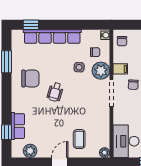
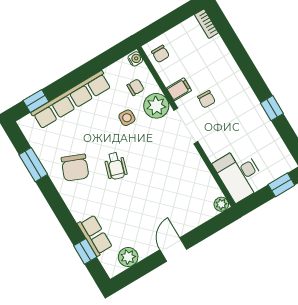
chair: (30, 78) -> (75, 168), turned 112
coffee table: (79, 139) -> (180, 206), removed

